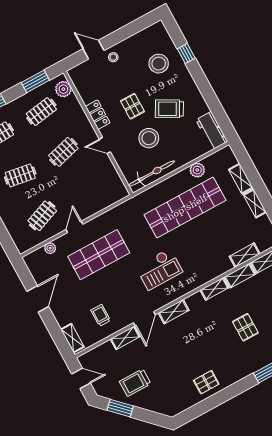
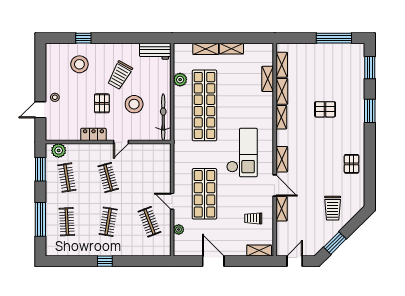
pallet: (132, 106) -> (102, 103), turned 90
checkout: (159, 269) -> (242, 152), width x1.36, depth x1.21
trolley: (135, 383) -> (333, 208), moved

